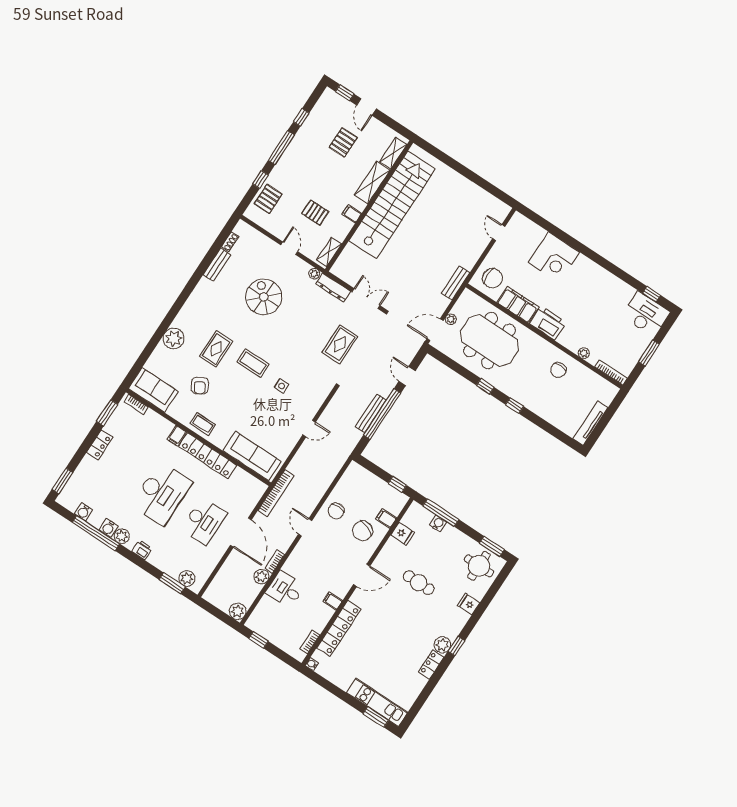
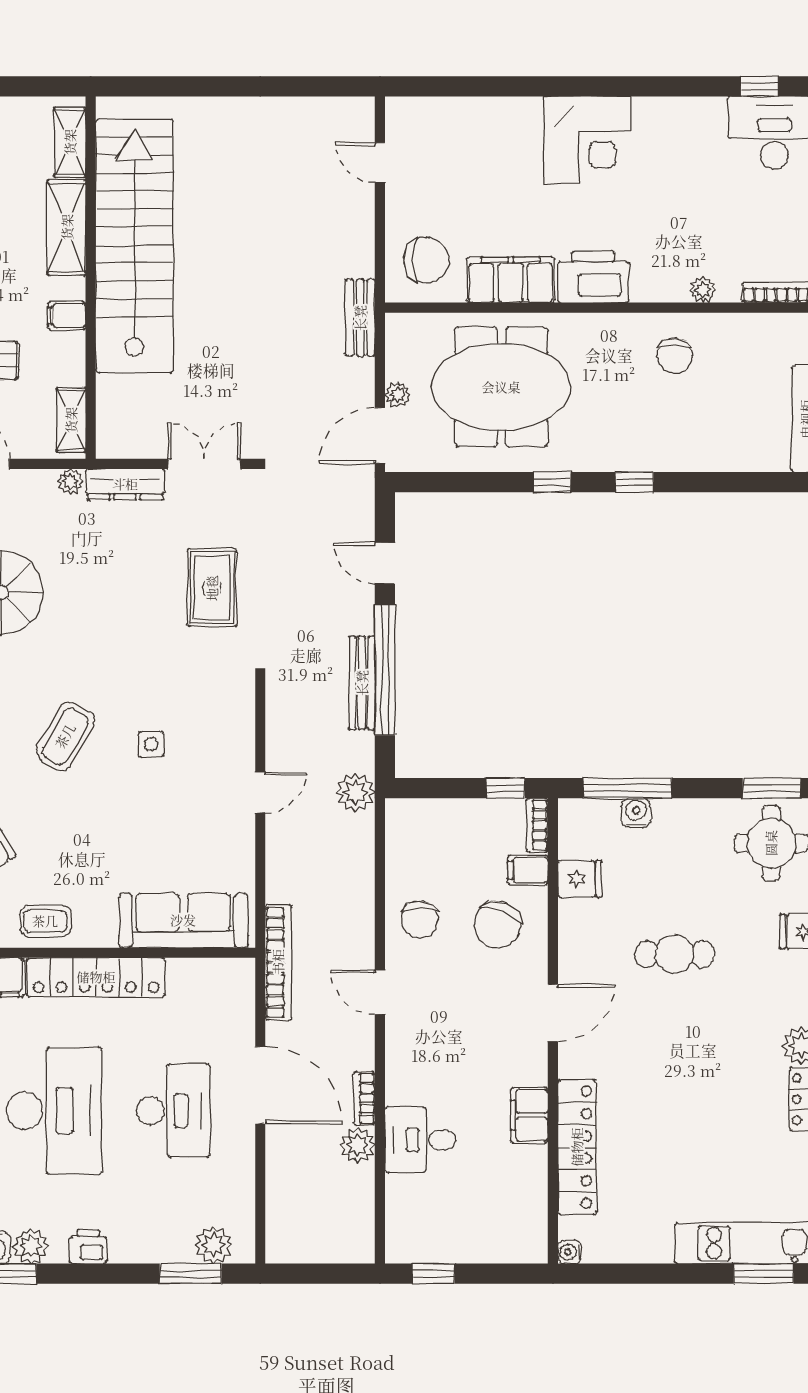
corner desk: (554, 257) -> (588, 140), moved
coffee table: (253, 363) -> (65, 736), turned -60
filing cabinet: (333, 601) -> (529, 1115), width x2.00
plant: (238, 611) -> (356, 792), moved
bookcase: (310, 642) -> (537, 825), moved

